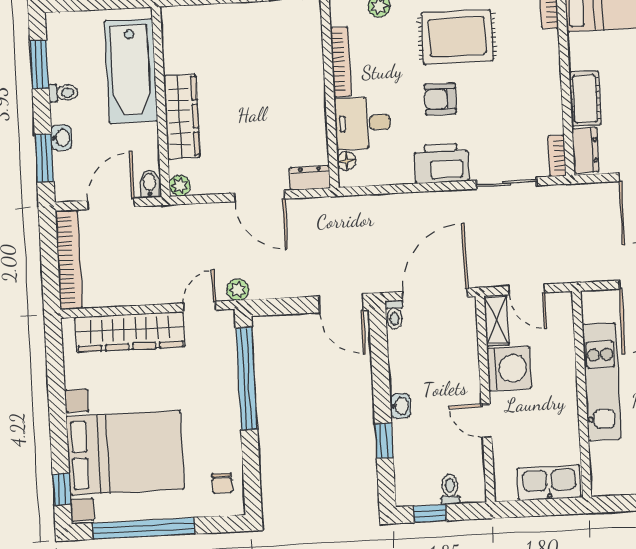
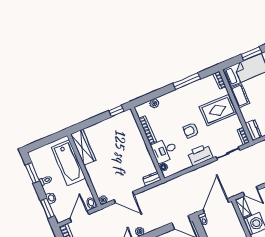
rug: (457, 37) -> (218, 110), moved
cot: (585, 99) -> (240, 96), moved
wardrobe: (182, 117) -> (83, 147), moved
door: (260, 196) -> (124, 197), moved

